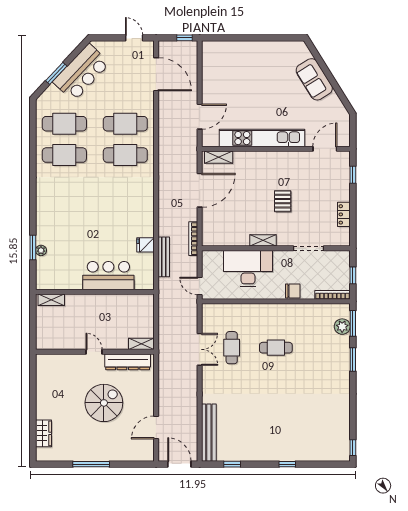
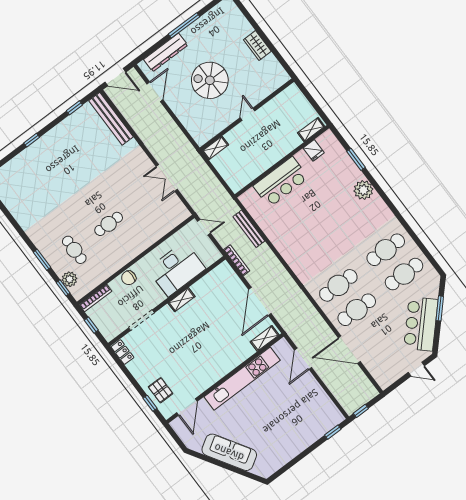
door: (134, 38) -> (416, 369), moved
window: (221, 38) -> (333, 432), added
door: (156, 74) -> (349, 350), moved
sofa: (314, 79) -> (229, 452), width x1.36
pallet: (283, 201) -> (161, 390), moved
locker: (344, 214) -> (122, 352), moved
fridge: (145, 245) -> (314, 150), moved, turned 90
plant: (41, 250) -> (363, 190), moved, width x1.88, depth x1.88
window: (353, 323) -> (63, 288), width x0.67
cafe table: (232, 348) -> (74, 250), moved
door: (94, 352) -> (247, 114), swing flipped
dresser: (128, 362) -> (166, 52), moved, turned 180
spiral stairs: (104, 403) -> (210, 80), turned 90
wardrobe: (43, 433) -> (257, 46), moved

